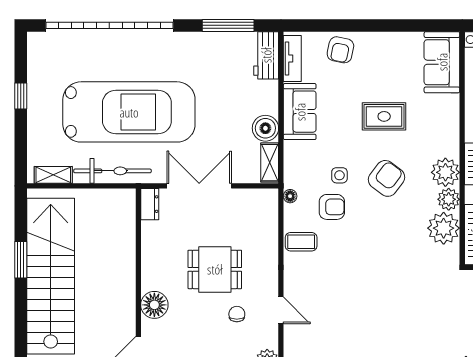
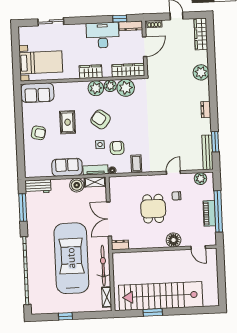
armchair: (340, 50) -> (38, 133), moved
tv unit: (292, 58) -> (95, 170), moved

